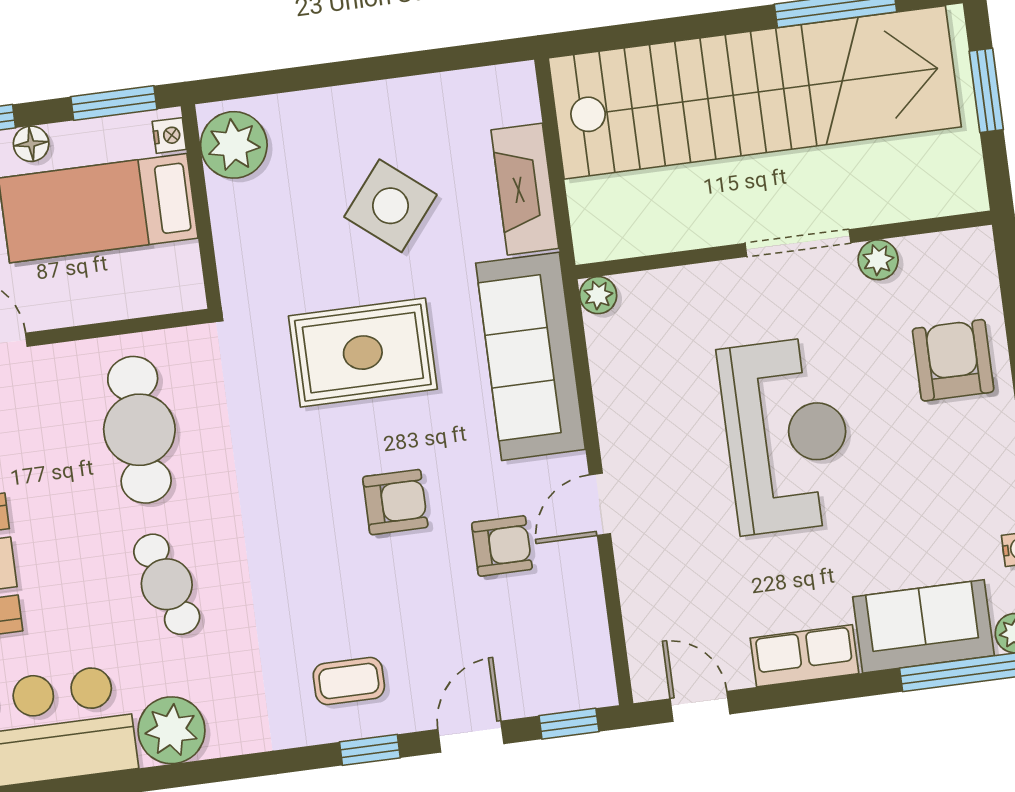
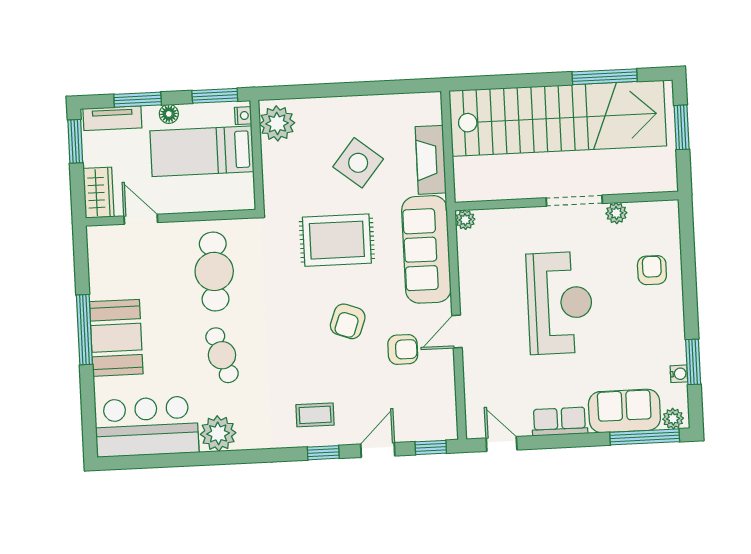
armchair: (953, 360) -> (652, 270), width x0.72, depth x0.72
armchair: (395, 502) -> (348, 321), turned 110

